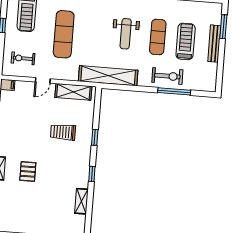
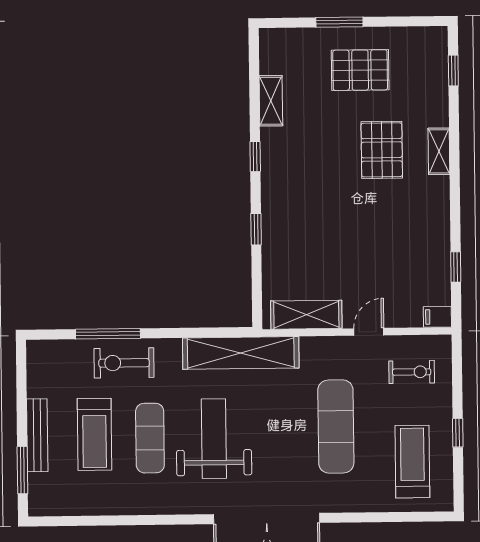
weight bench: (126, 34) -> (214, 439), width x1.36, depth x1.33
trolley: (63, 132) -> (320, 234), removed
pallet: (28, 171) -> (382, 150), width x1.50, depth x1.42
pallet: (35, 213) -> (360, 70), added

